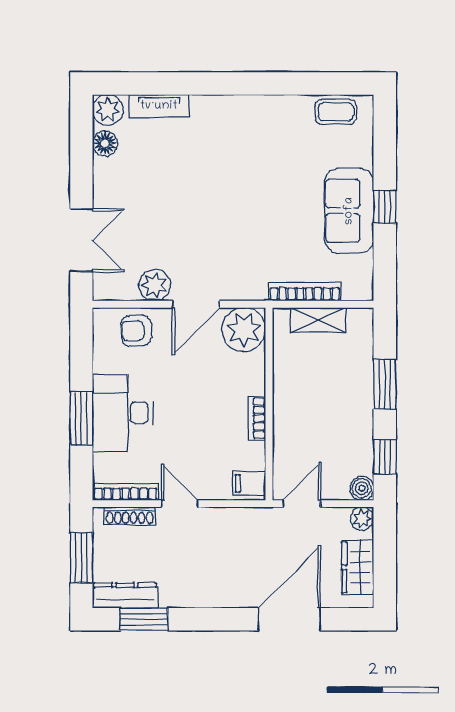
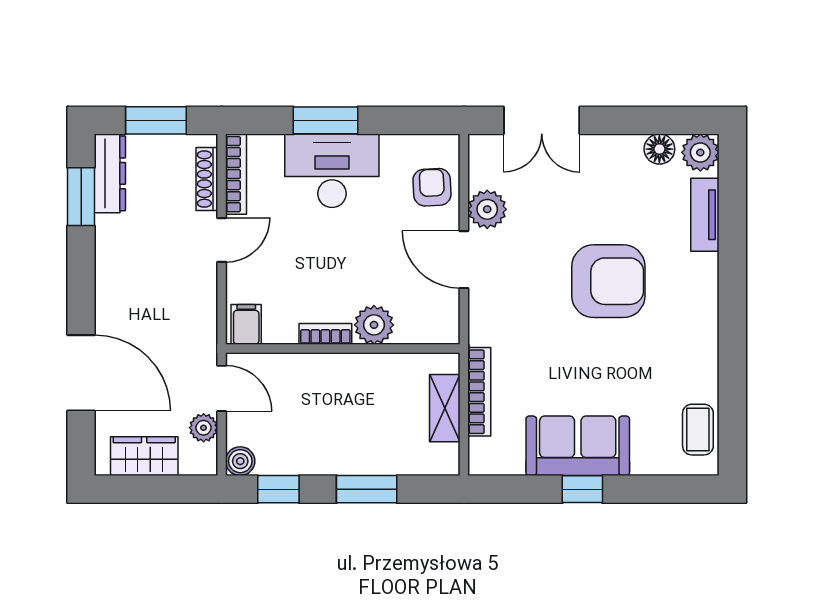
armchair: (214, 185) -> (608, 281), added
plant: (244, 330) -> (374, 325), moved, width x0.73, depth x0.73
plant: (362, 519) -> (204, 428), moved

